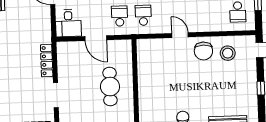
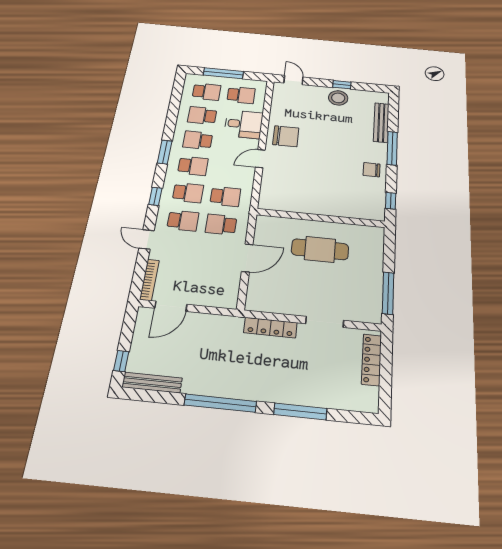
school desk: (143, 15) -> (225, 196), turned 180
desk: (68, 23) -> (244, 124), moved
stool: (228, 53) -> (338, 98), moved

